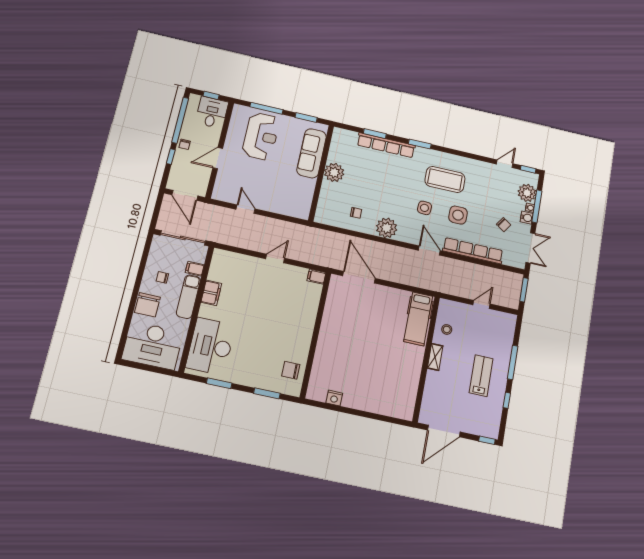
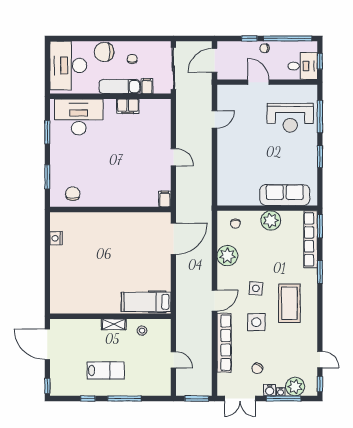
sofa: (312, 153) -> (285, 195), moved
plant: (334, 172) -> (271, 221), moved
wall: (321, 173) -> (267, 208), moved

